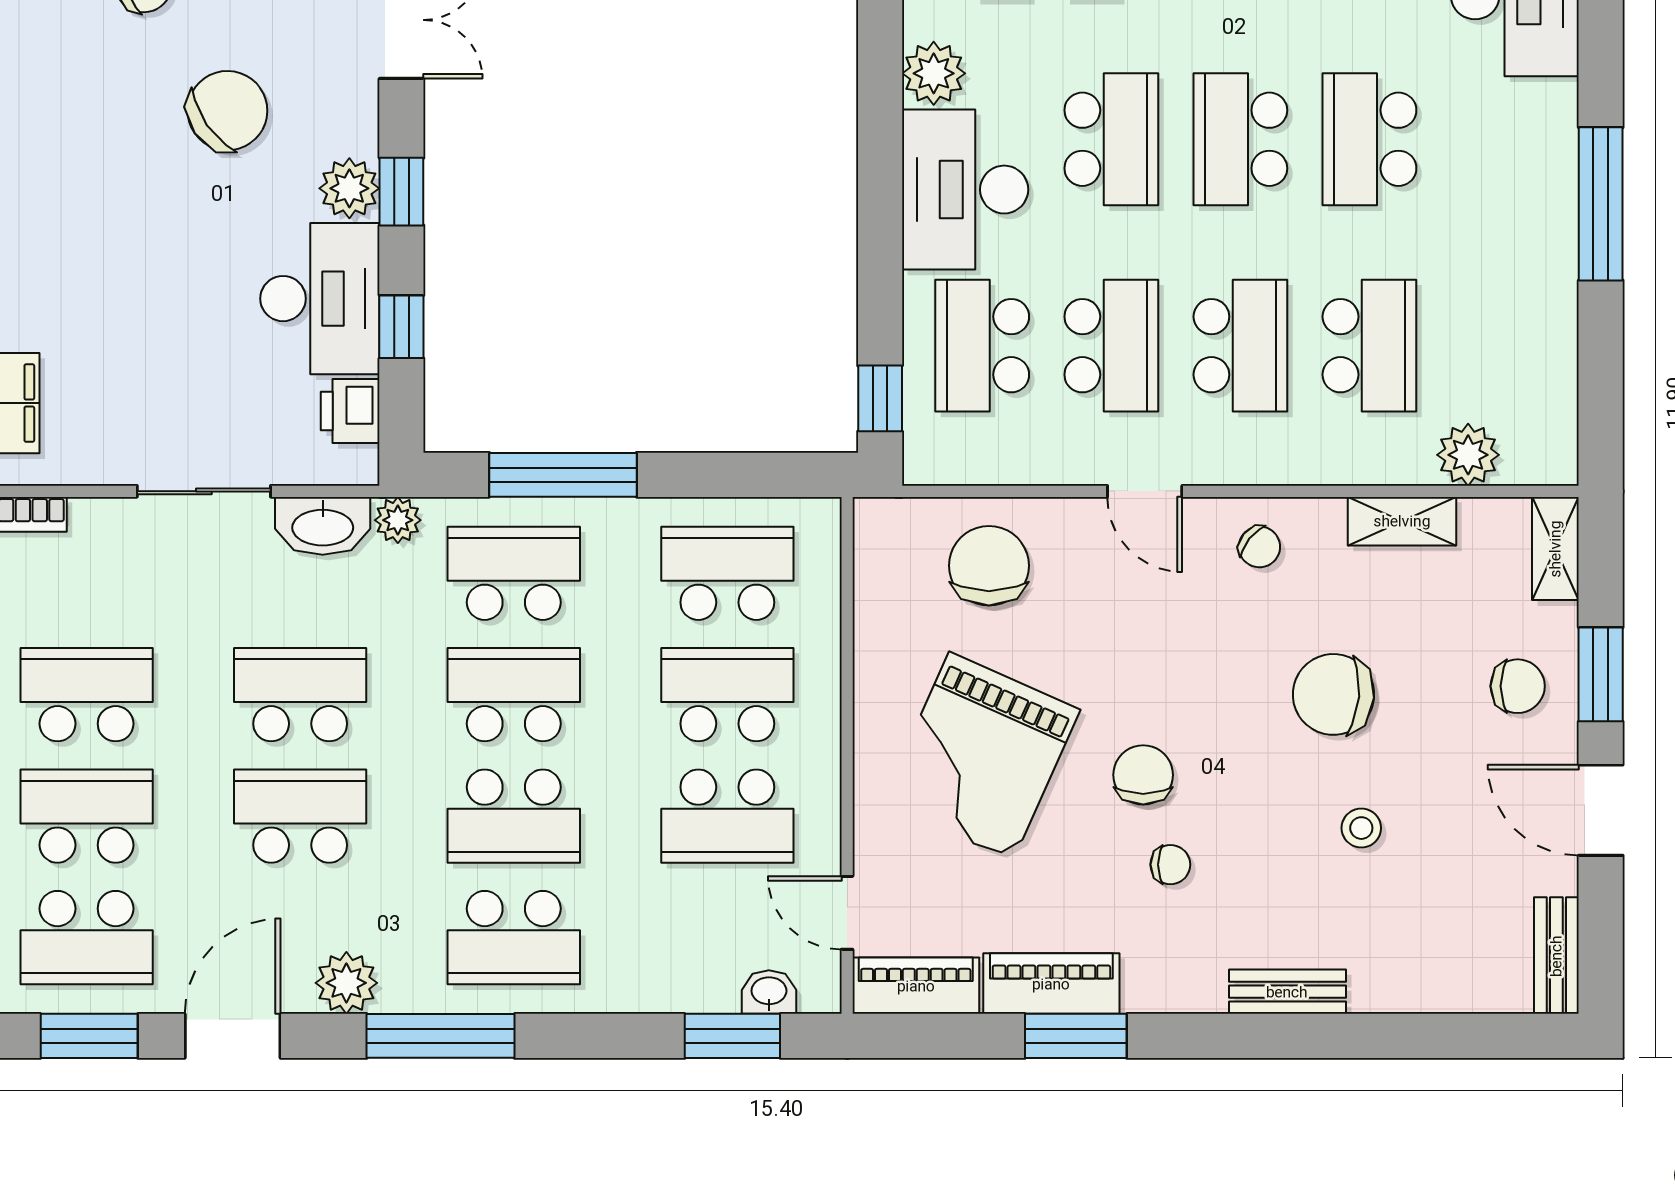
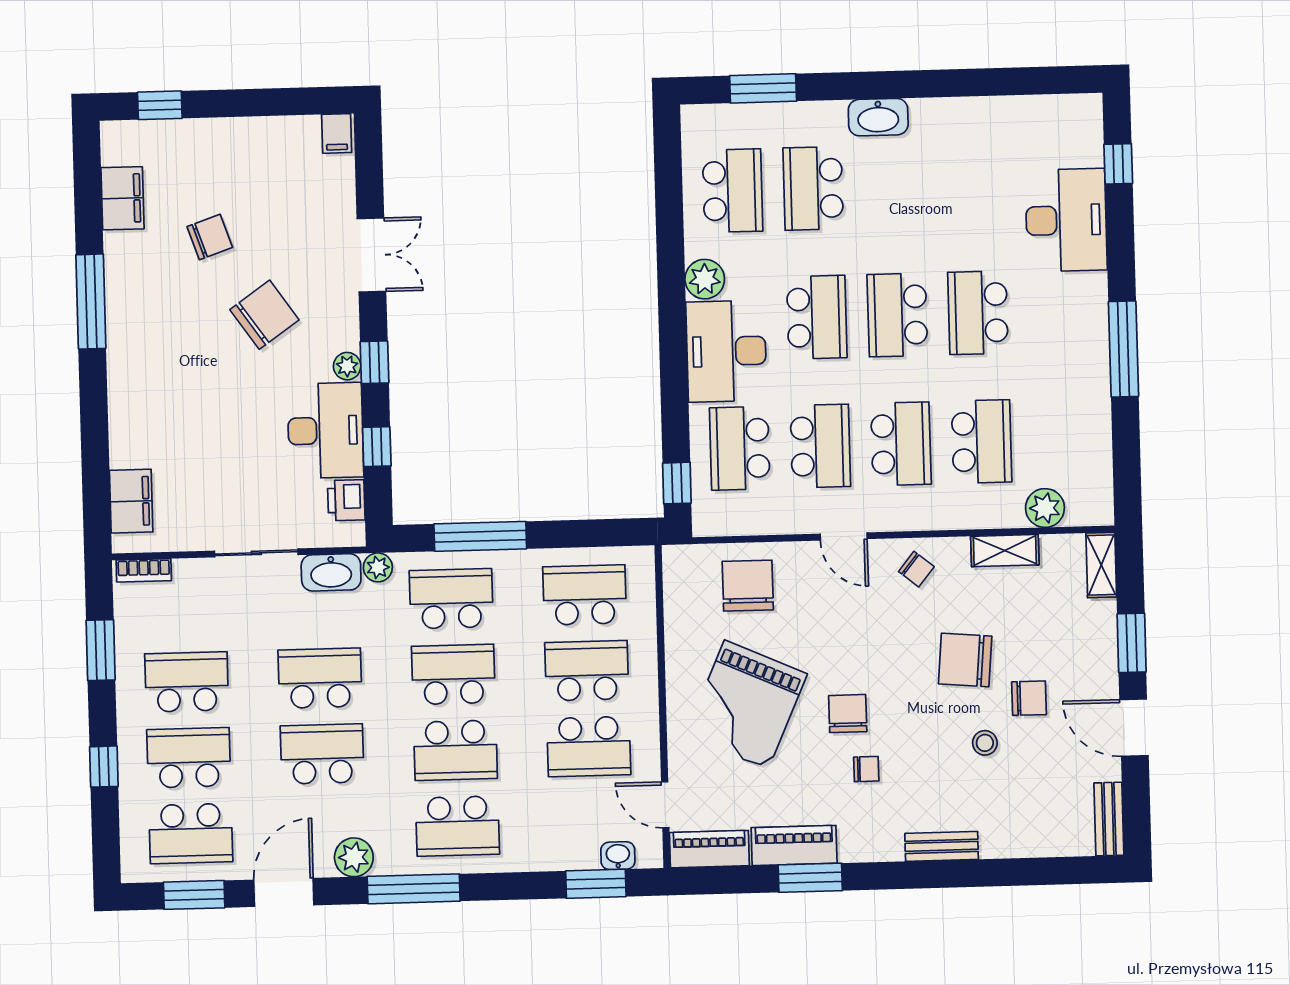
plant: (349, 188) -> (347, 366), width x0.73, depth x0.73
chair: (1518, 686) -> (1029, 698), moved

